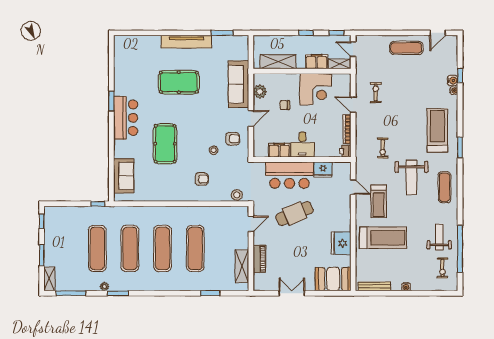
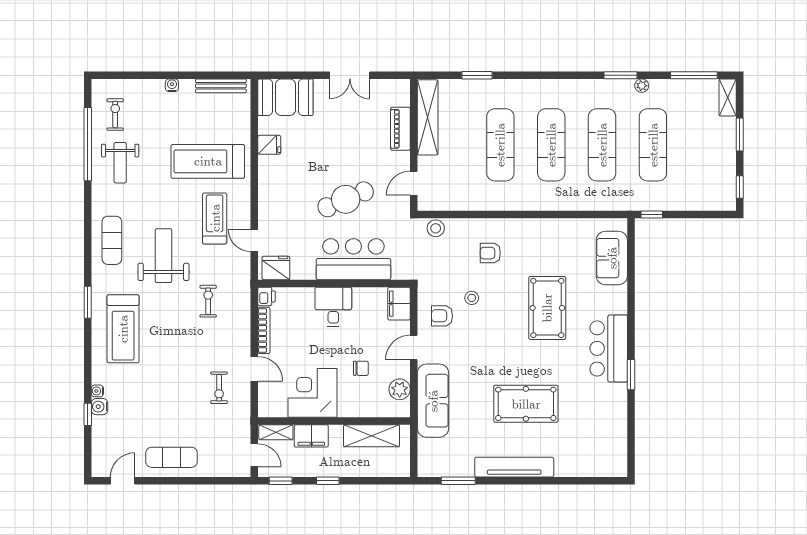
filing cabinet: (279, 150) -> (399, 304), moved, turned 90
fridge: (323, 169) -> (276, 268), moved
fridge: (341, 243) -> (269, 145), width x0.53, depth x0.75
shelving: (242, 266) -> (428, 117), width x1.47

